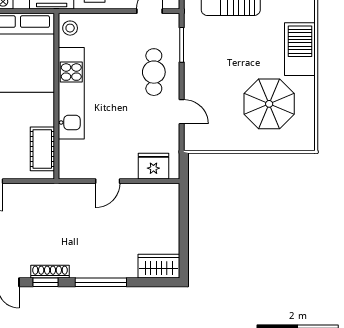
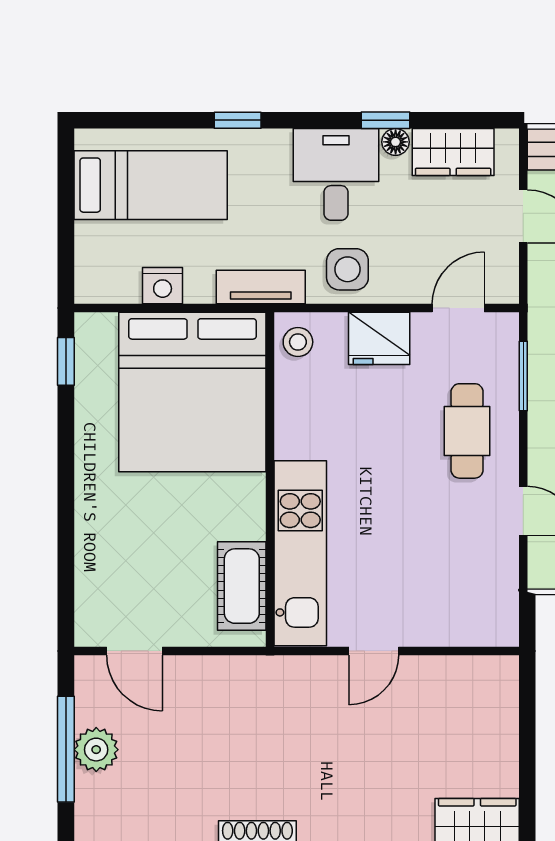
kitchen unit: (71, 93) -> (300, 553), moved
fridge: (153, 166) -> (379, 338), moved, turned 180

